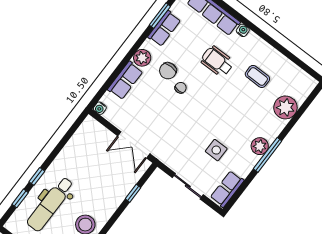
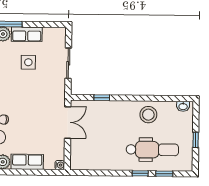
row of seats: (227, 189) -> (27, 34), moved

